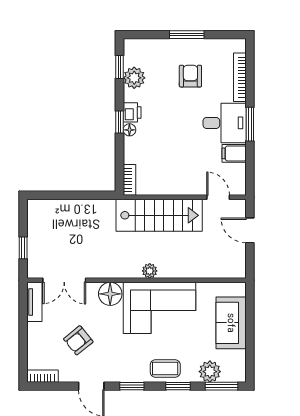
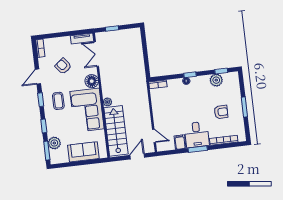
printer: (132, 112) -> (196, 81), removed
door: (218, 197) -> (154, 136), hinge flipped
stairs: (159, 215) -> (116, 131), moved, turned 180
coffee table: (165, 369) -> (58, 101), moved

